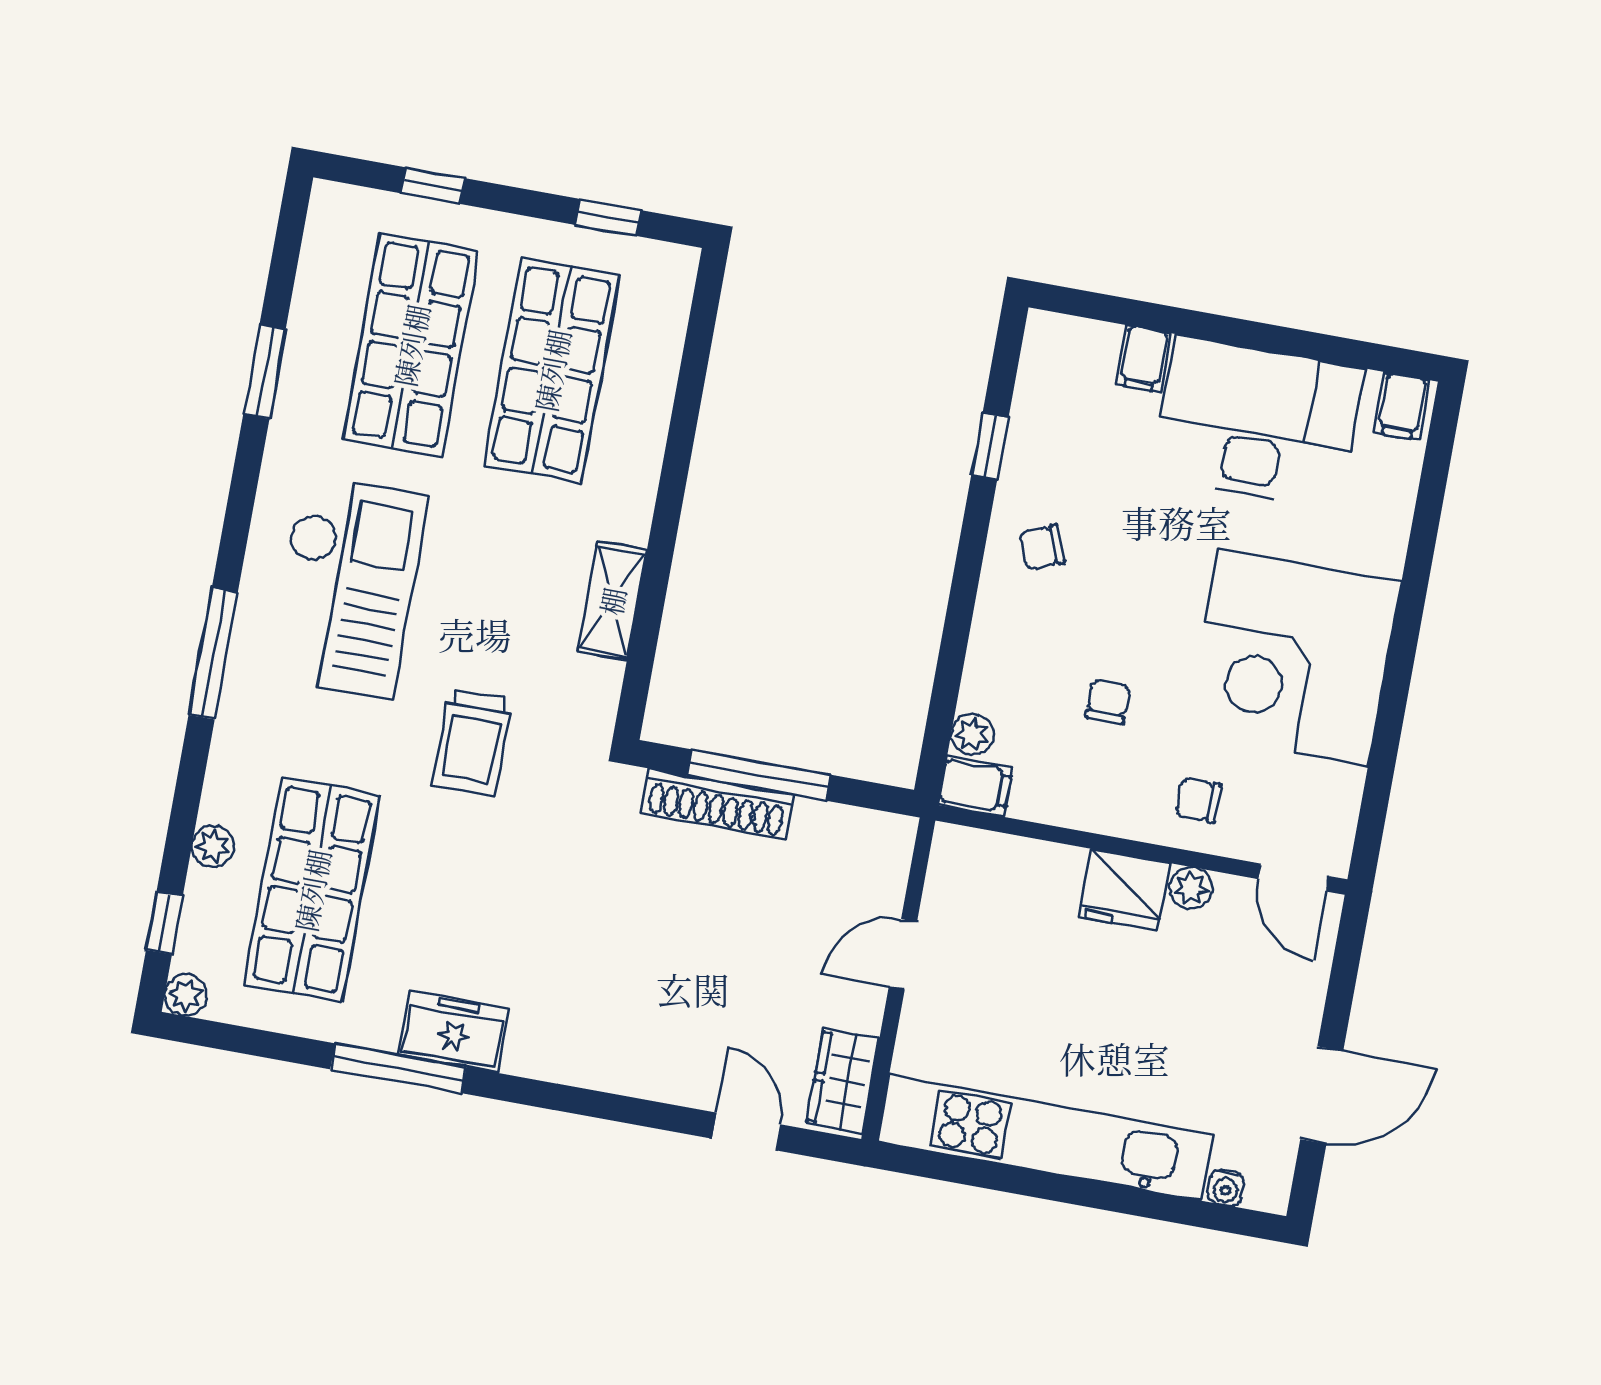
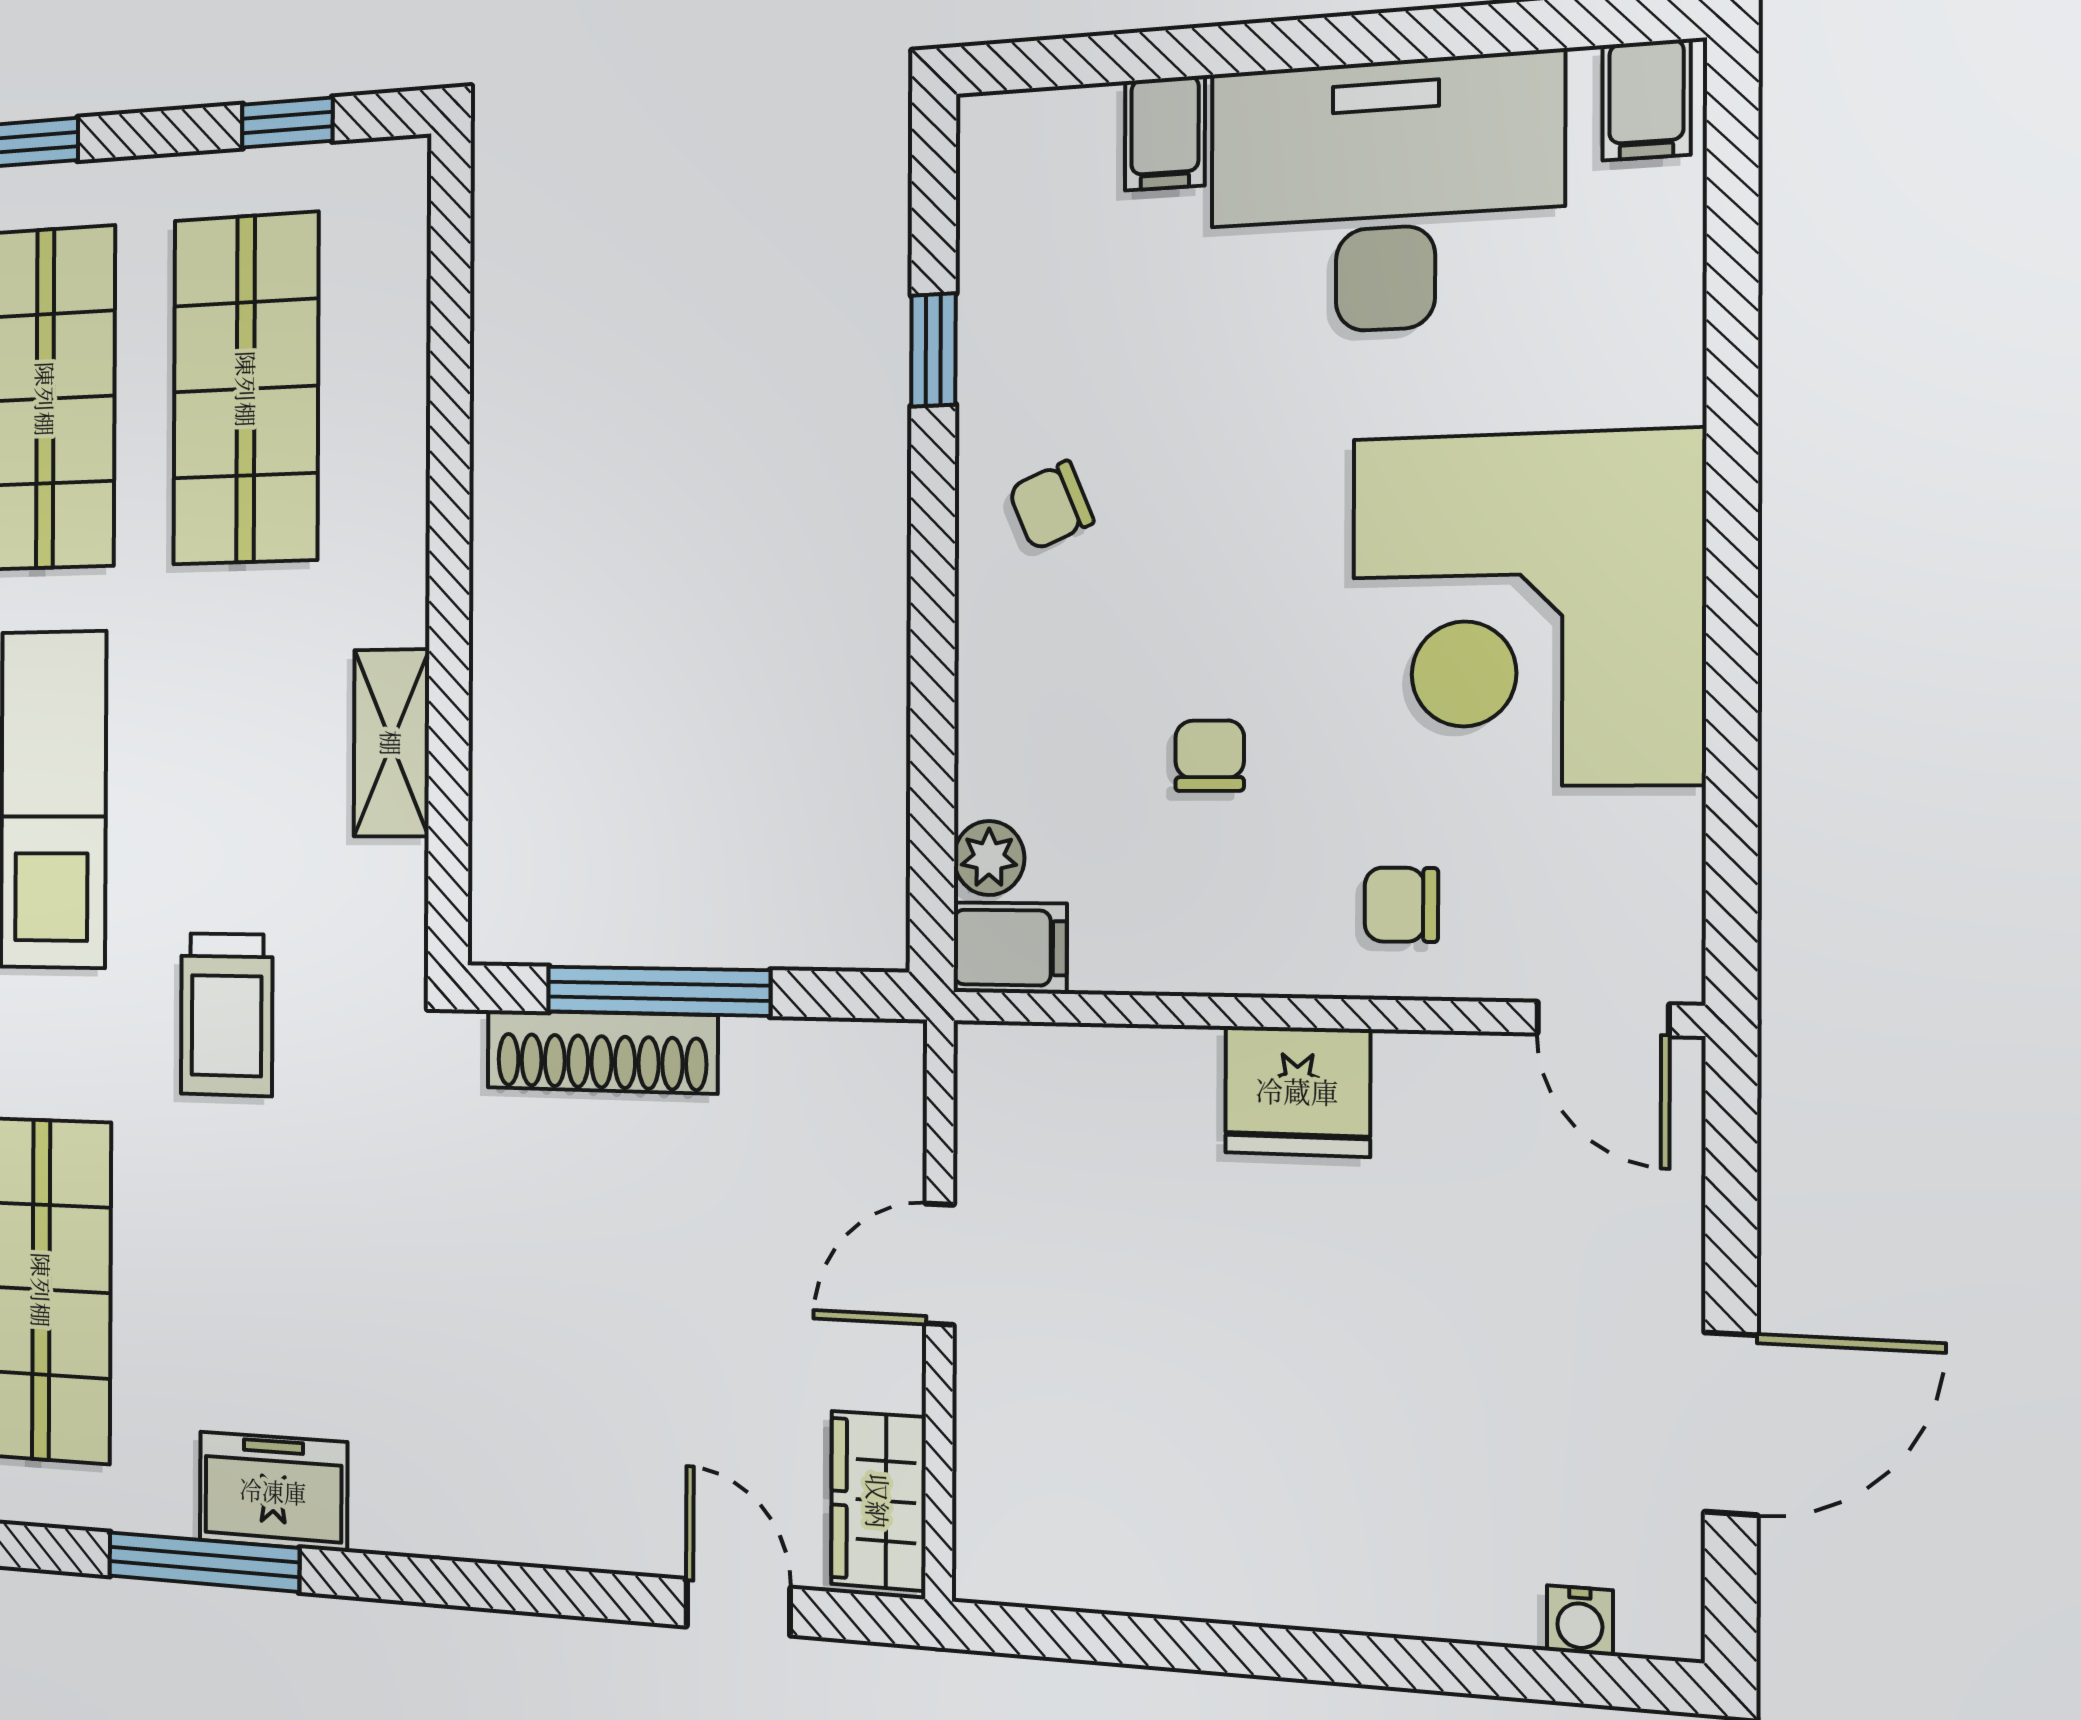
plant: (1191, 888) -> (1416, 1069), removed
kitchen unit: (1045, 1138) -> (1237, 1563), removed

